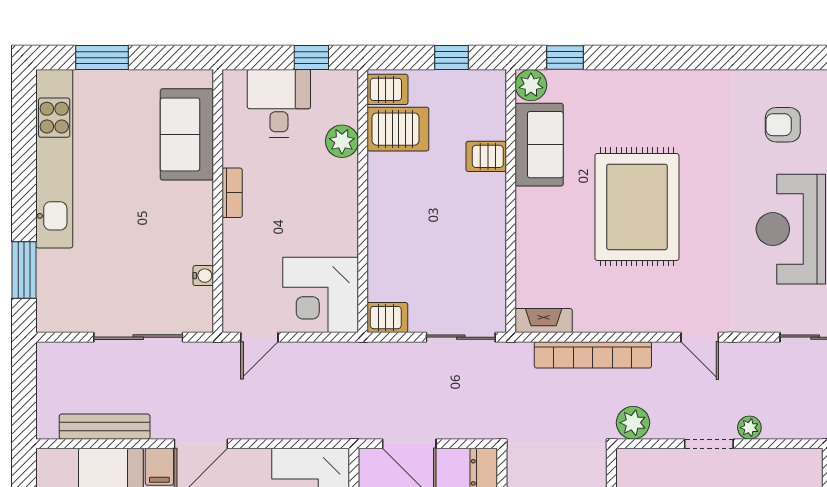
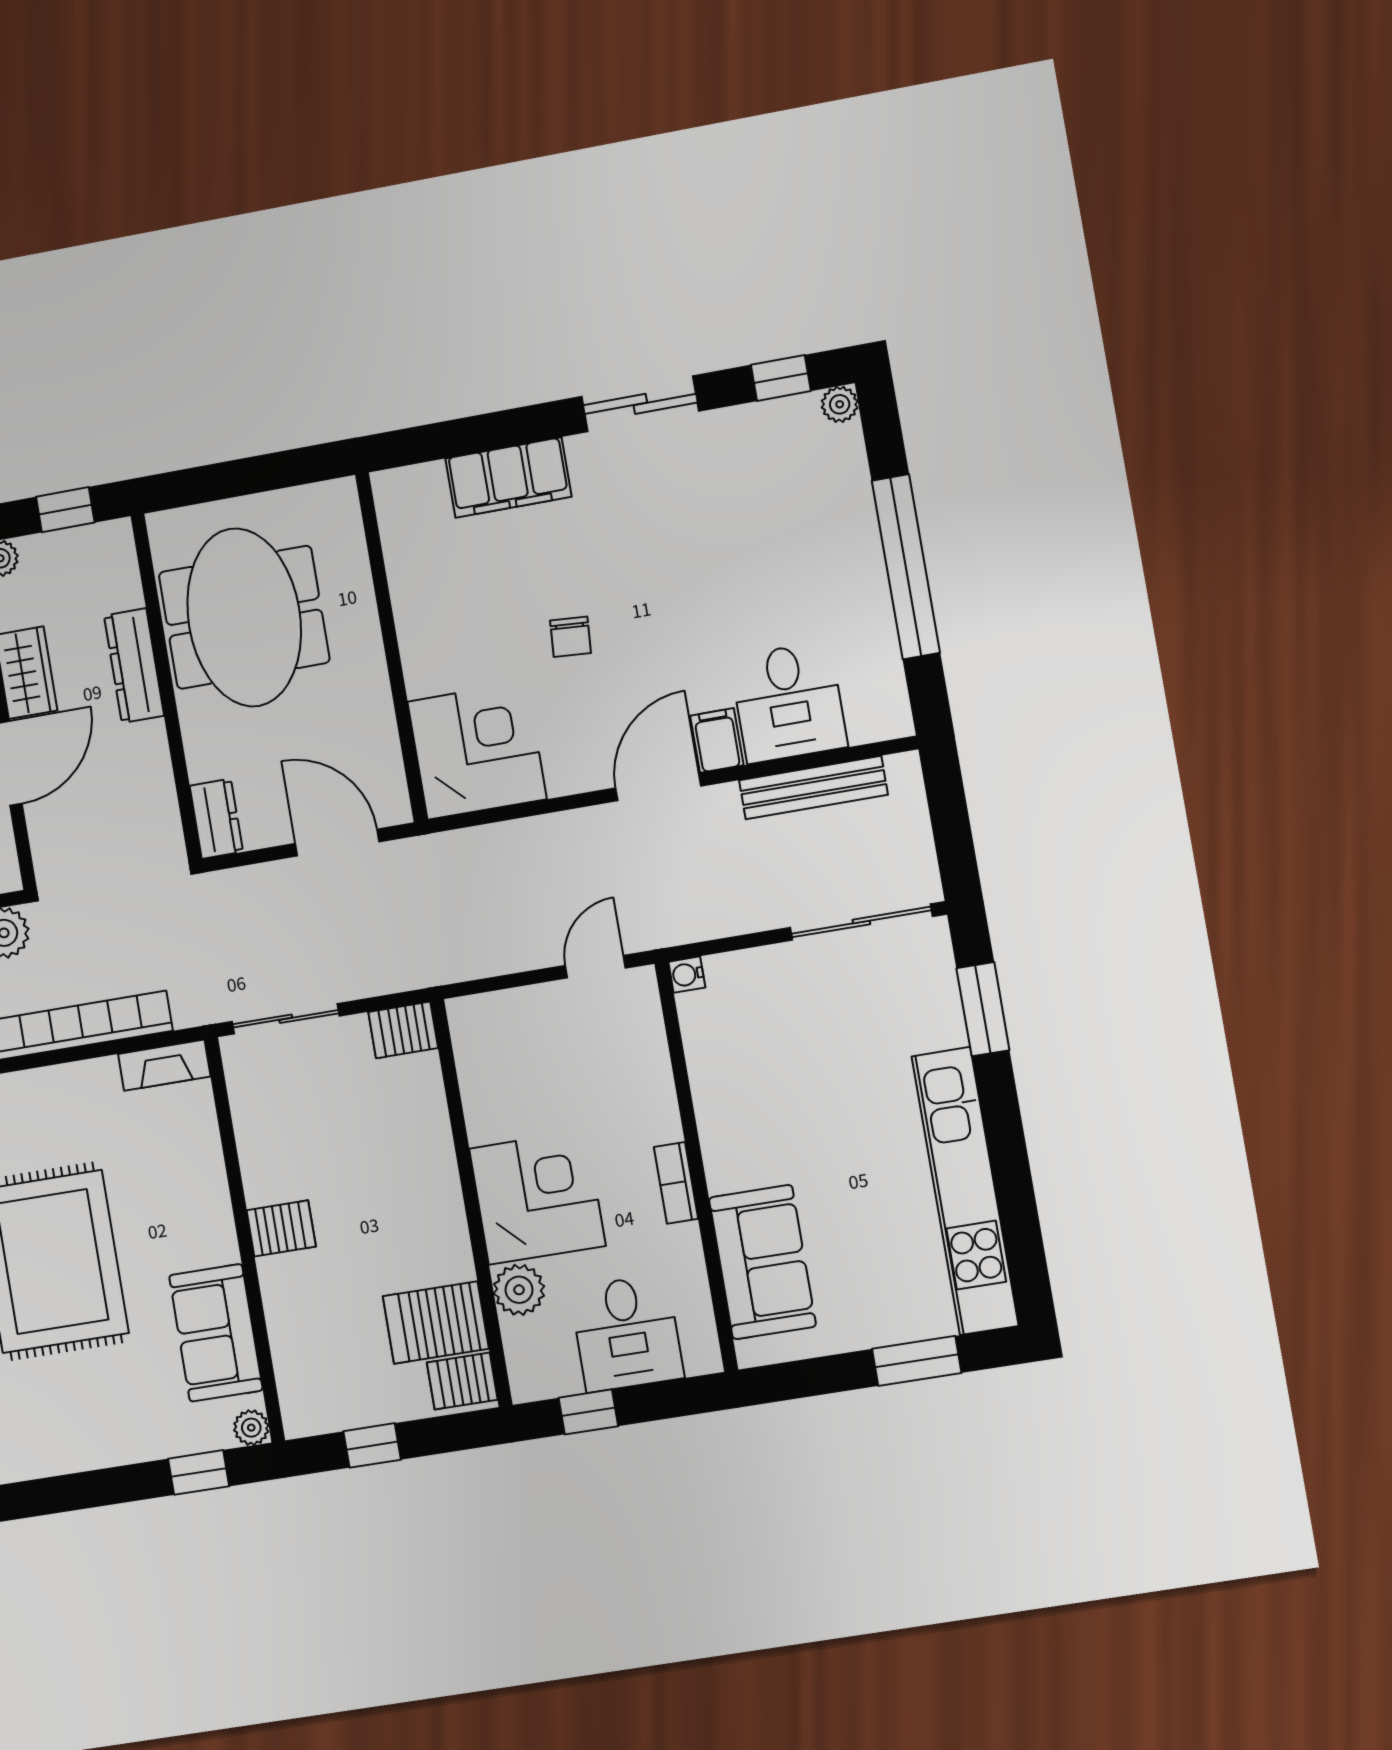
plant: (531, 85) -> (251, 1428), width x0.73, depth x0.73
server rack: (486, 156) -> (281, 1228), moved
water cooler: (203, 276) -> (687, 975), moved
corner desk: (321, 295) -> (537, 1197), moved
sliding door: (138, 337) -> (861, 922), moved

